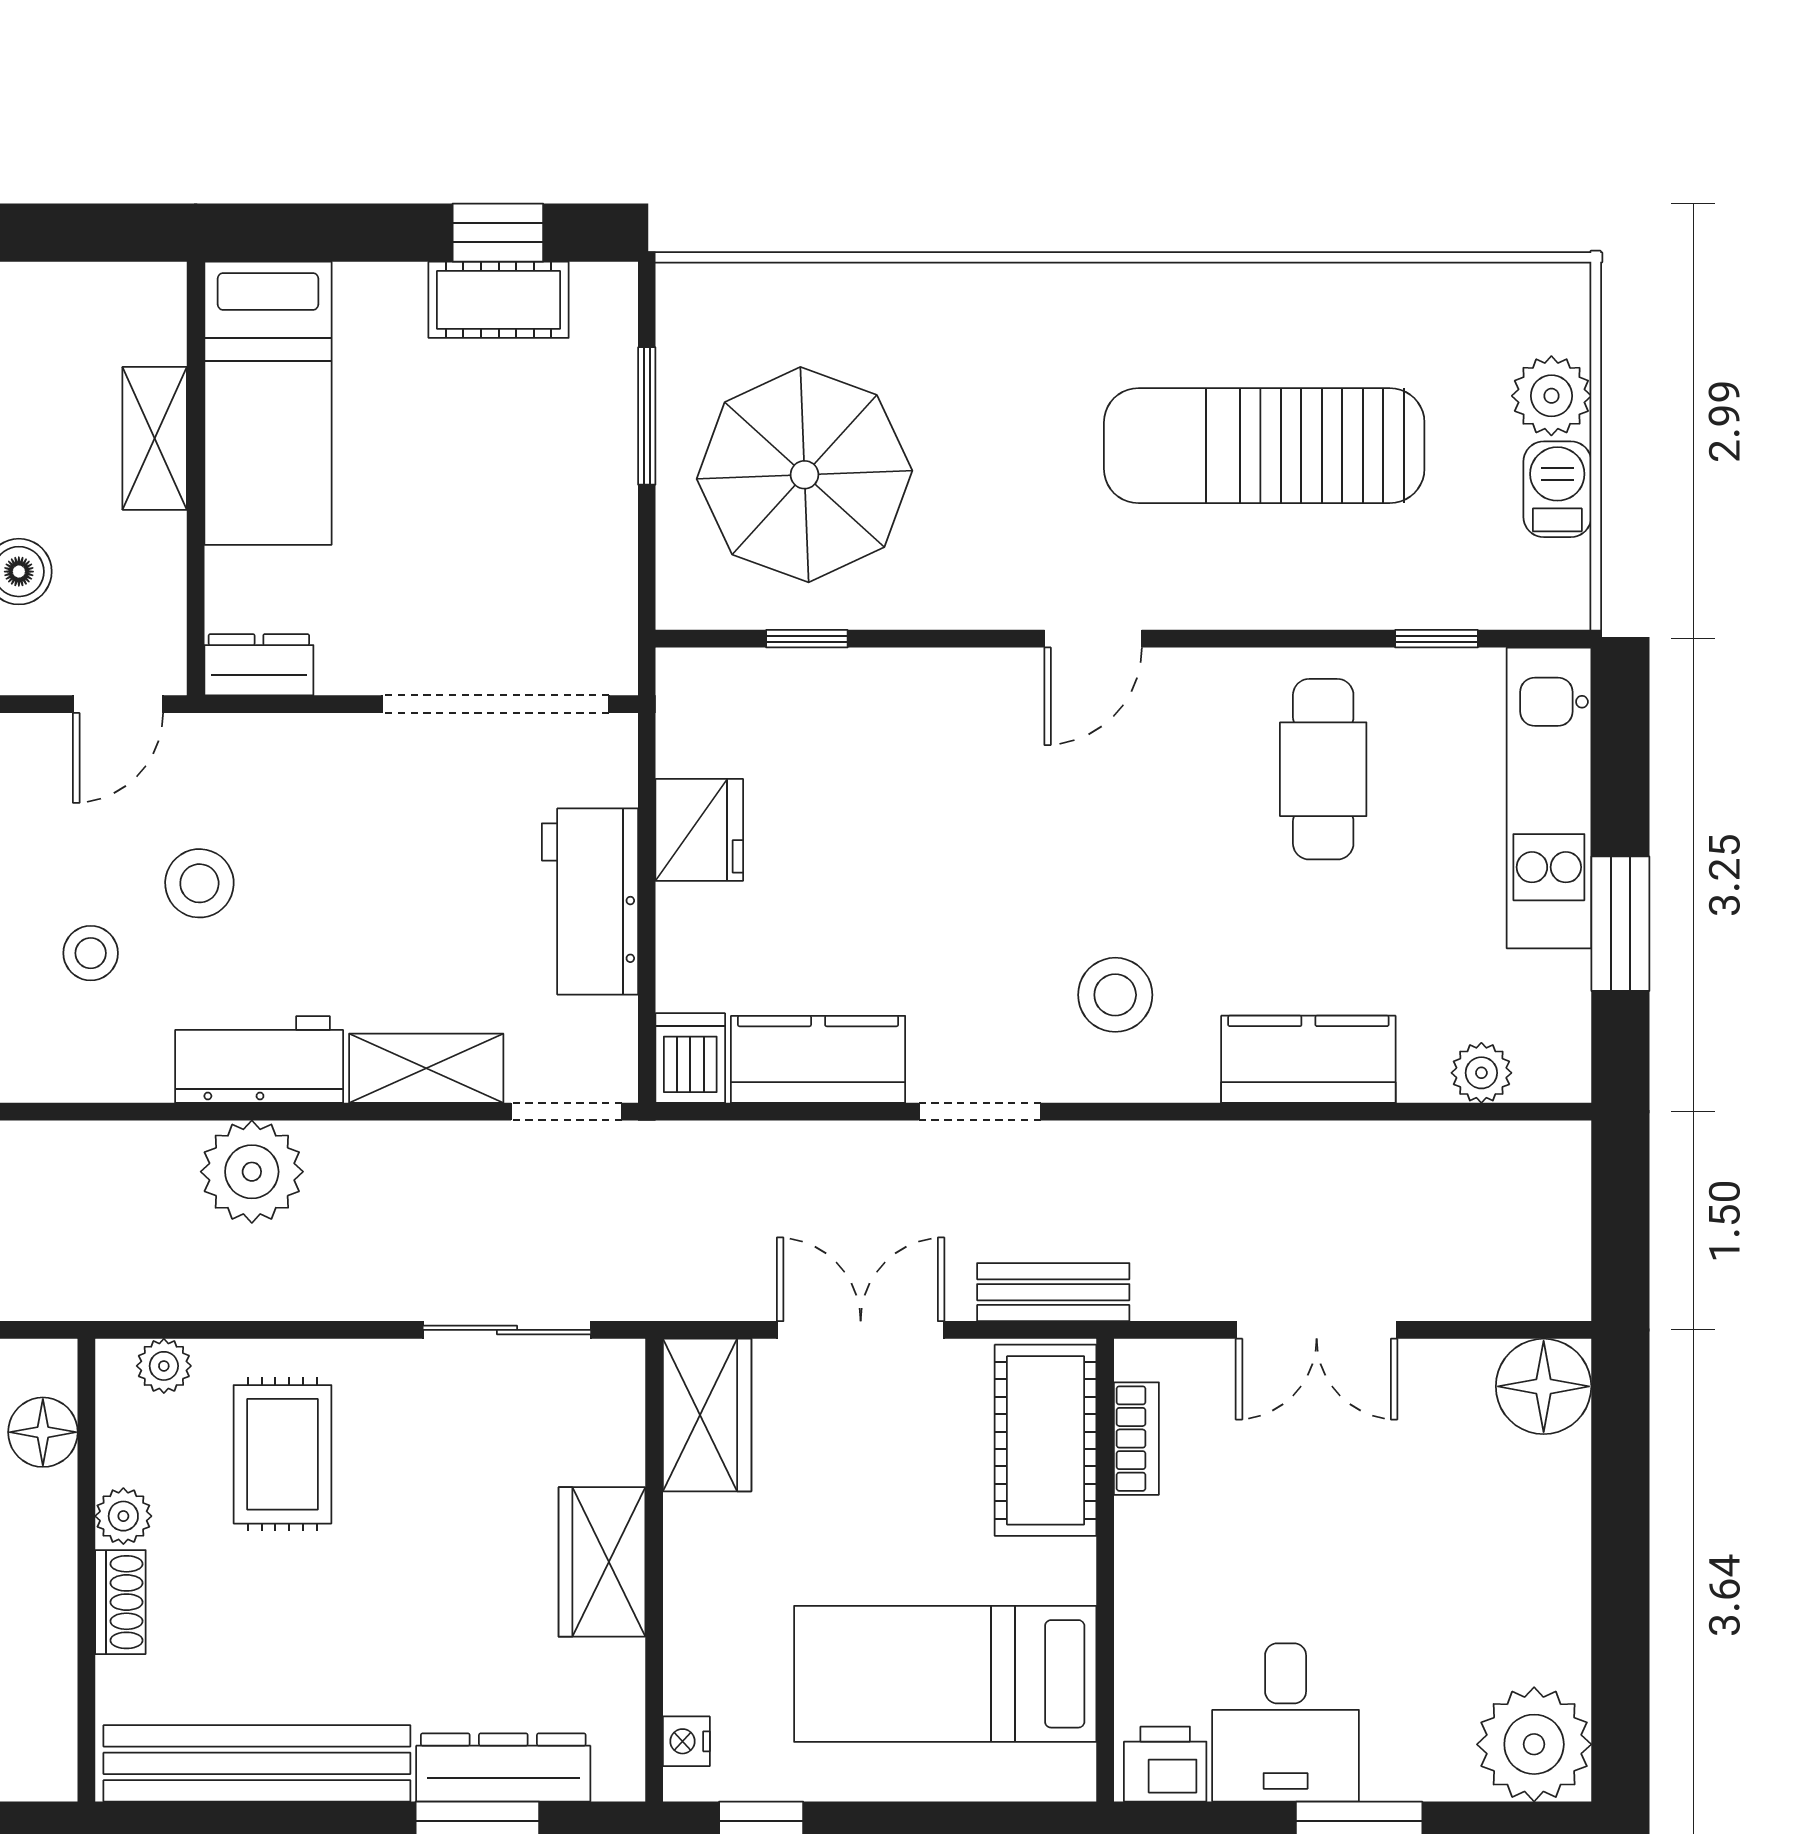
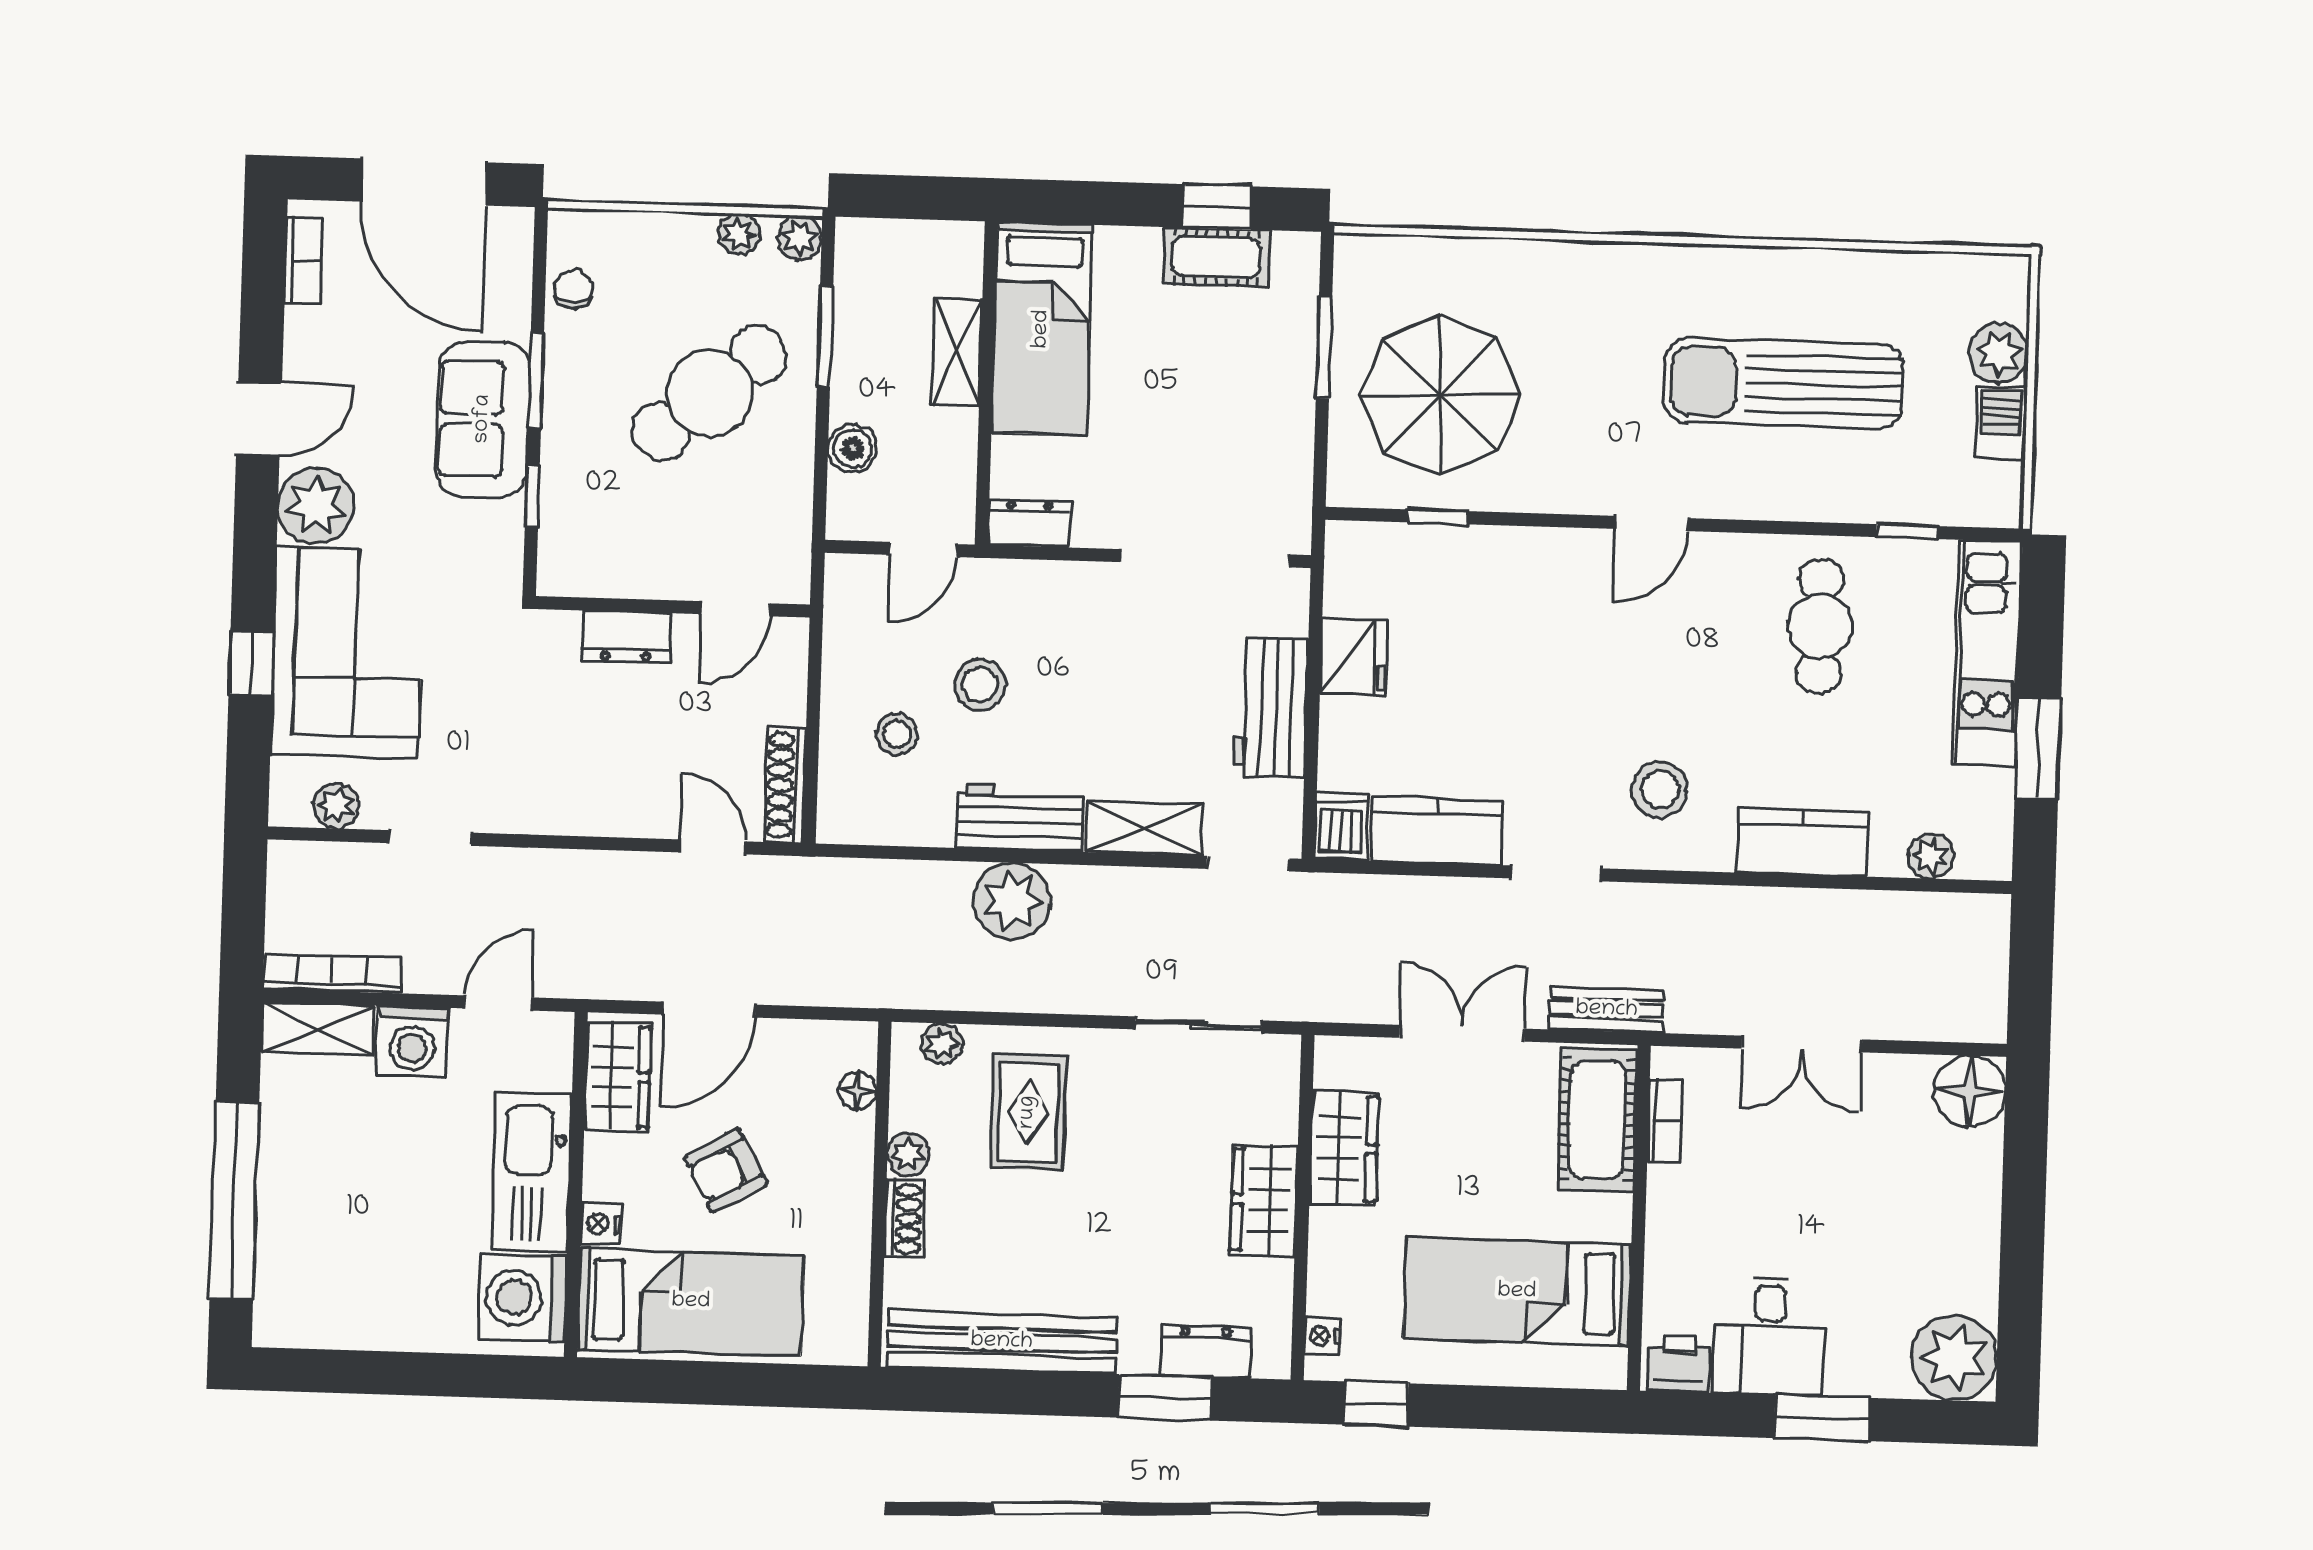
wardrobe: (707, 1415) -> (1344, 1148), moved
floor lamp: (43, 1432) -> (857, 1091), width x0.73, depth x0.73
dresser: (503, 1767) -> (1205, 1352), width x0.70

